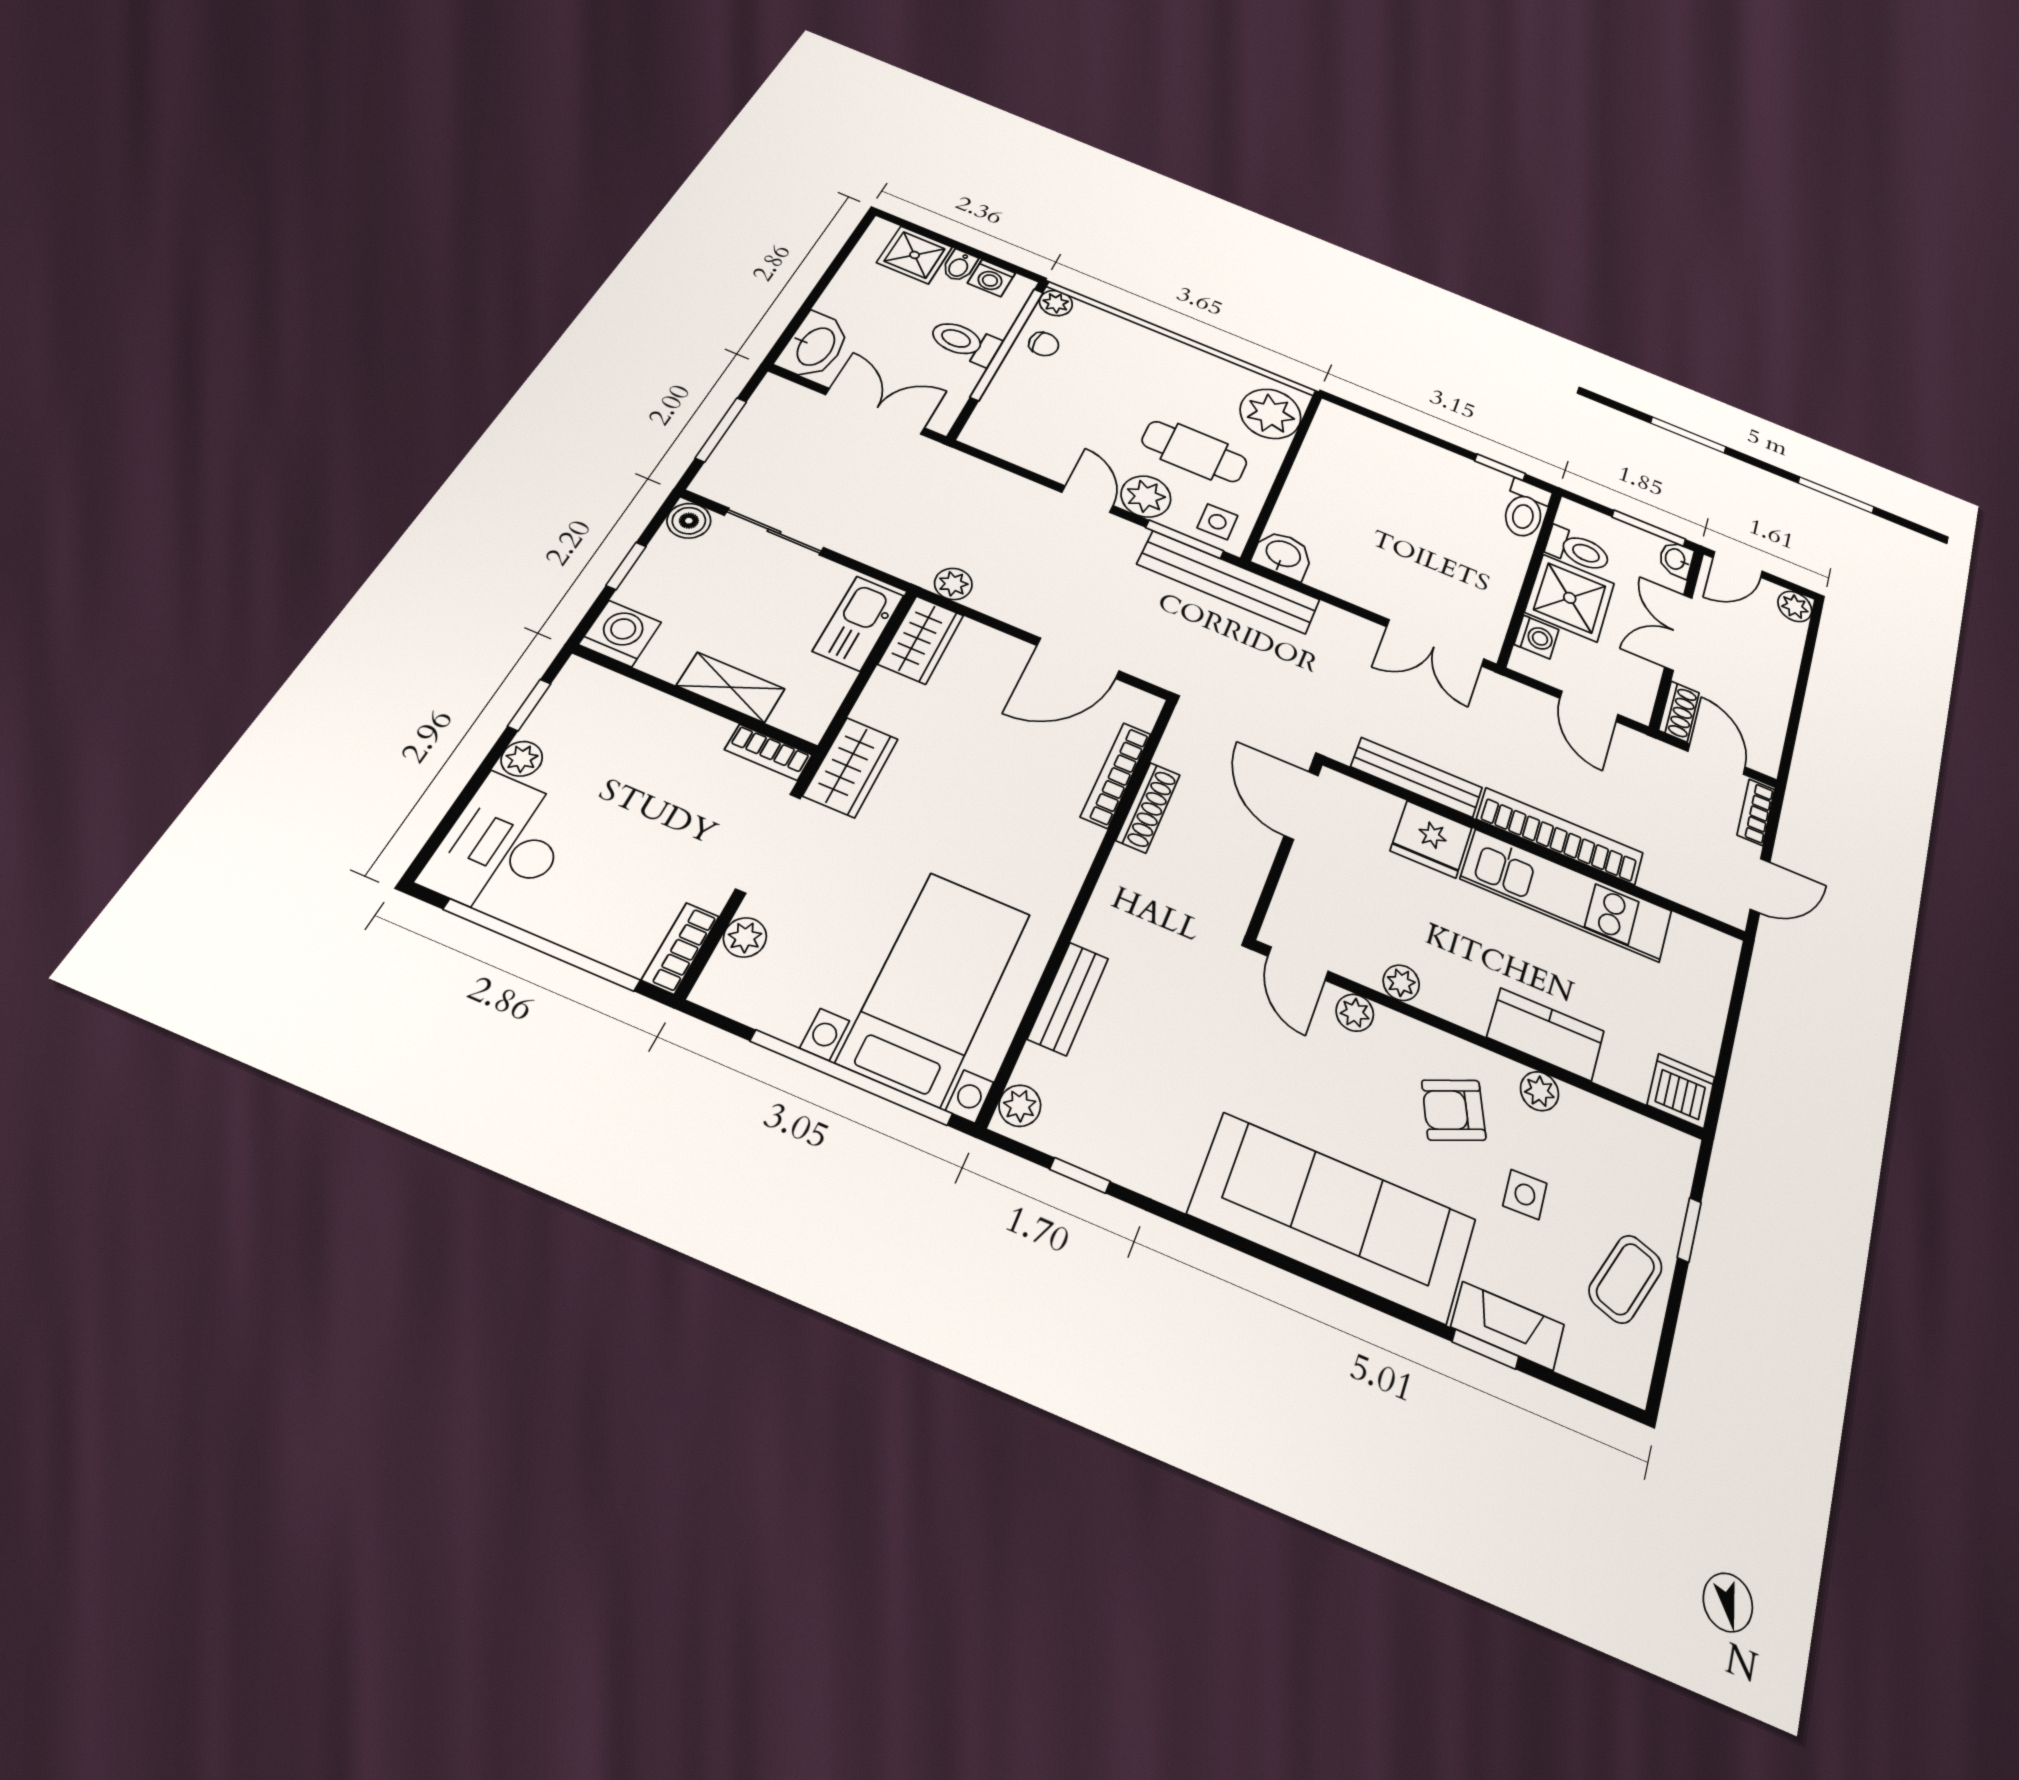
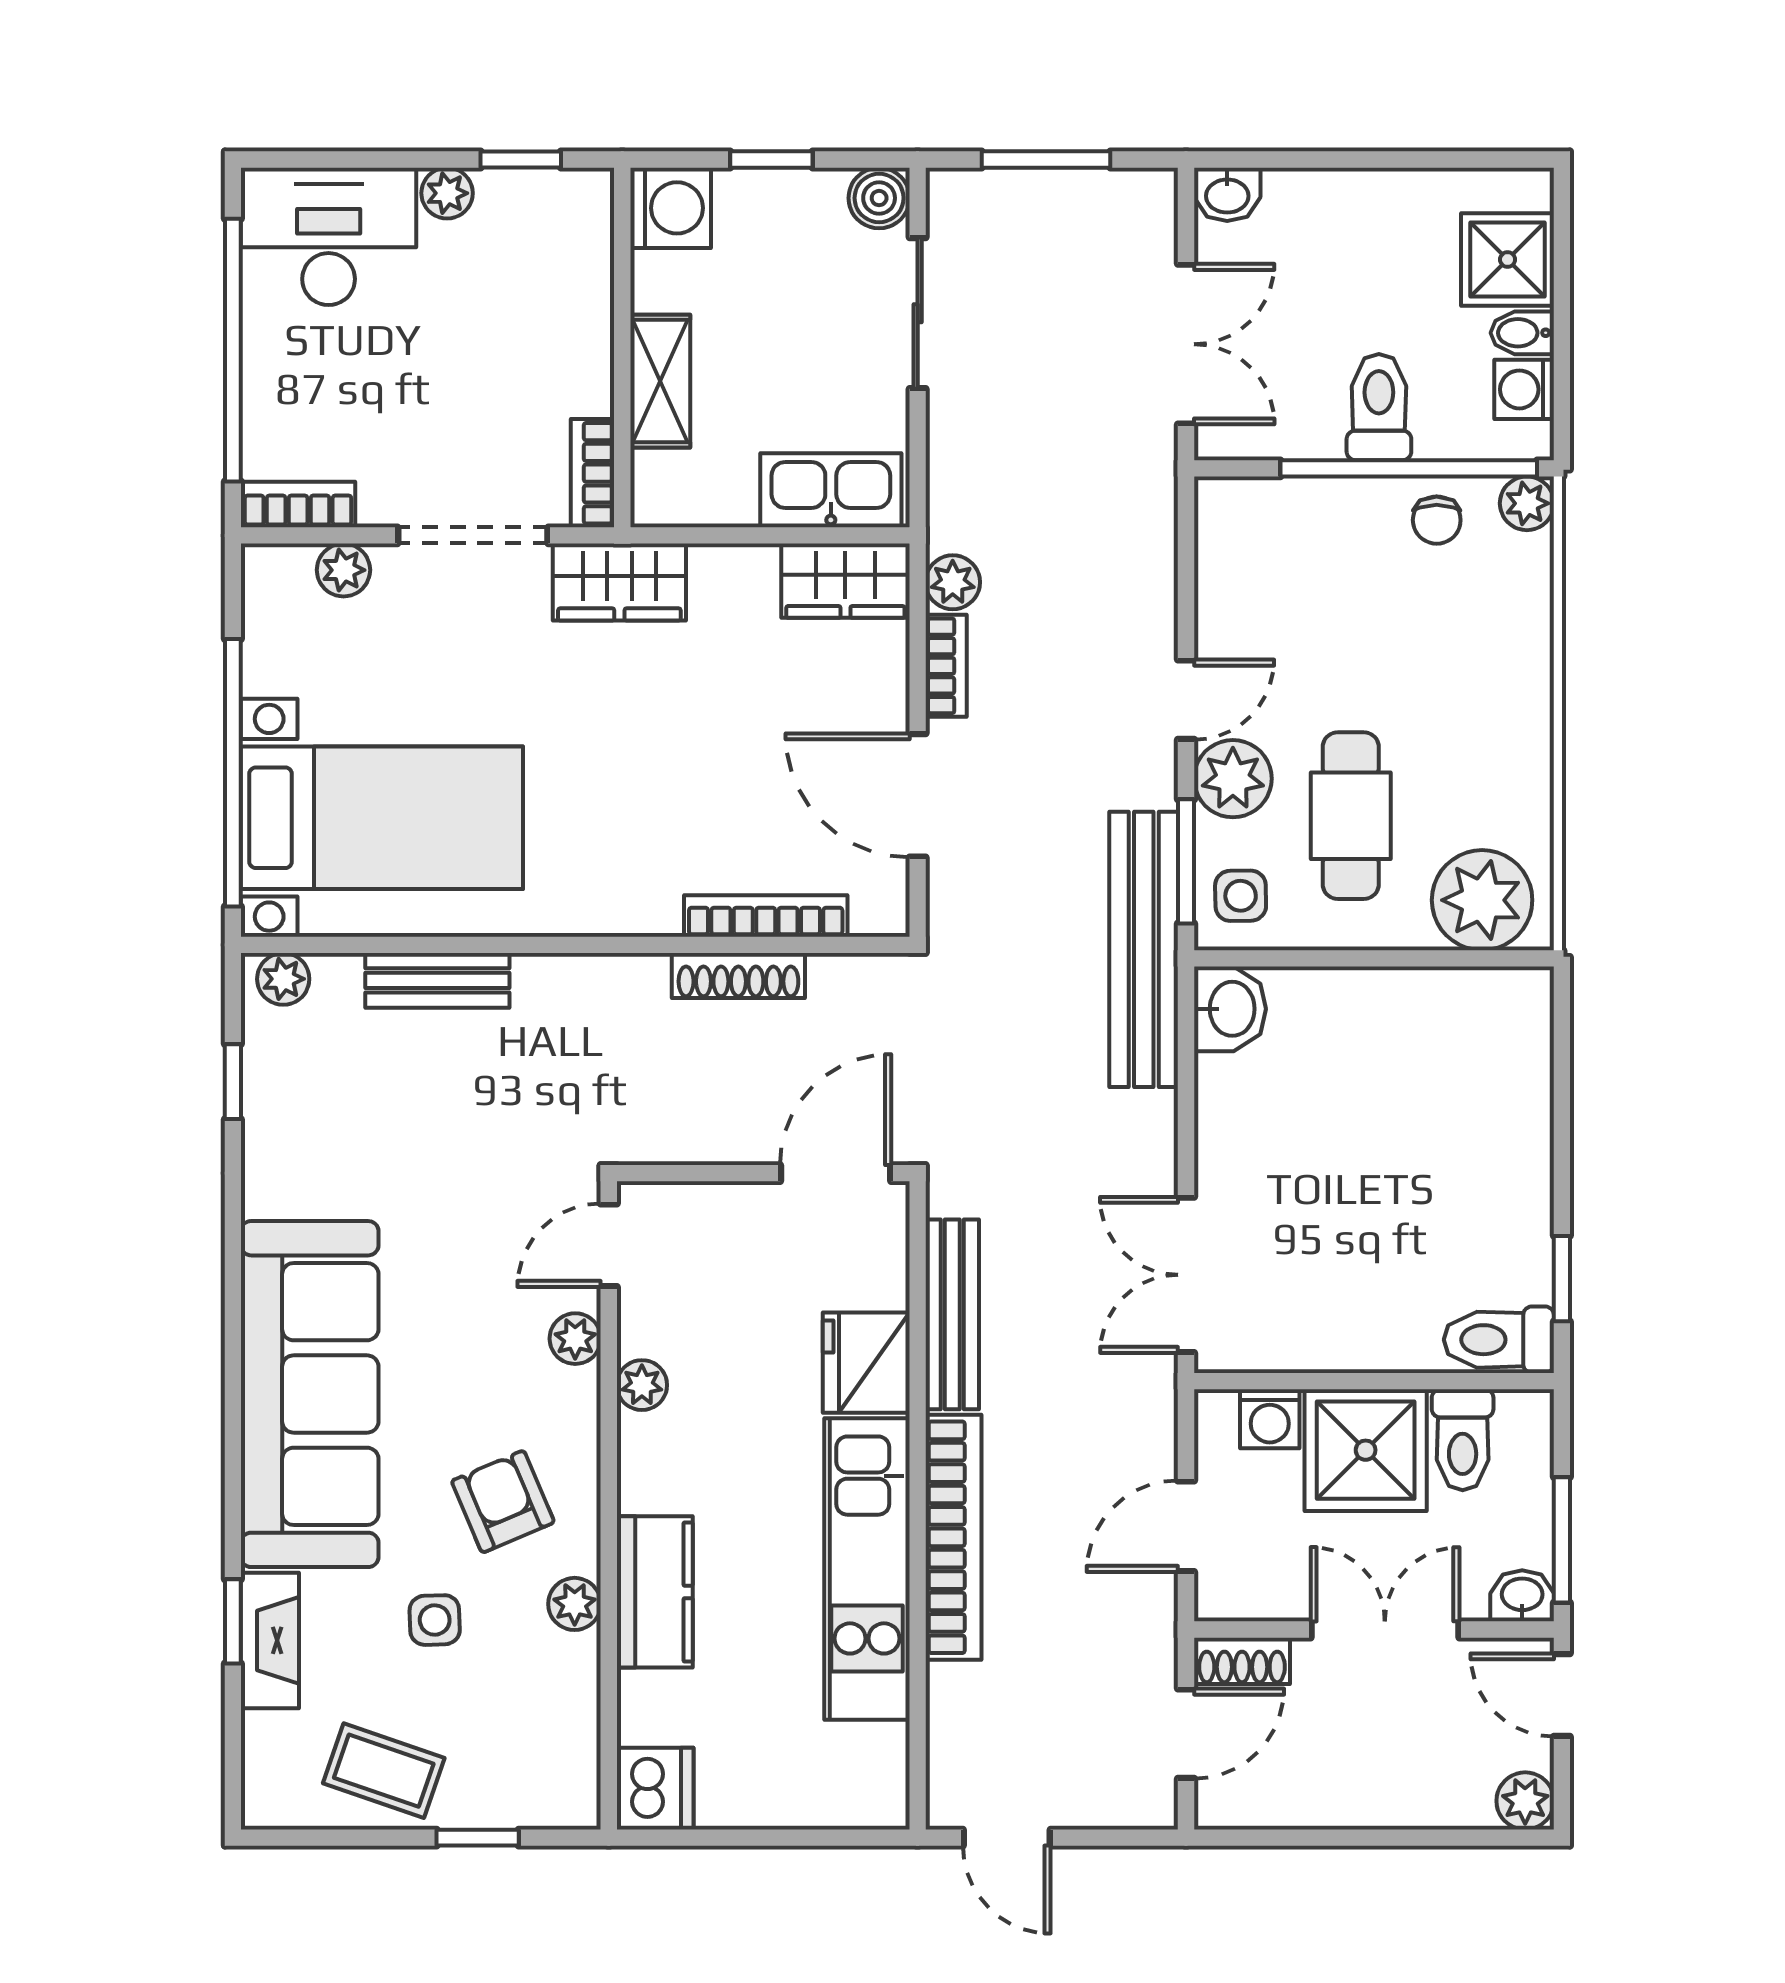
washbasin: (815, 346) -> (1227, 194), width x0.52, depth x0.69
bookcase: (1756, 812) -> (946, 666), moved, turned 90

